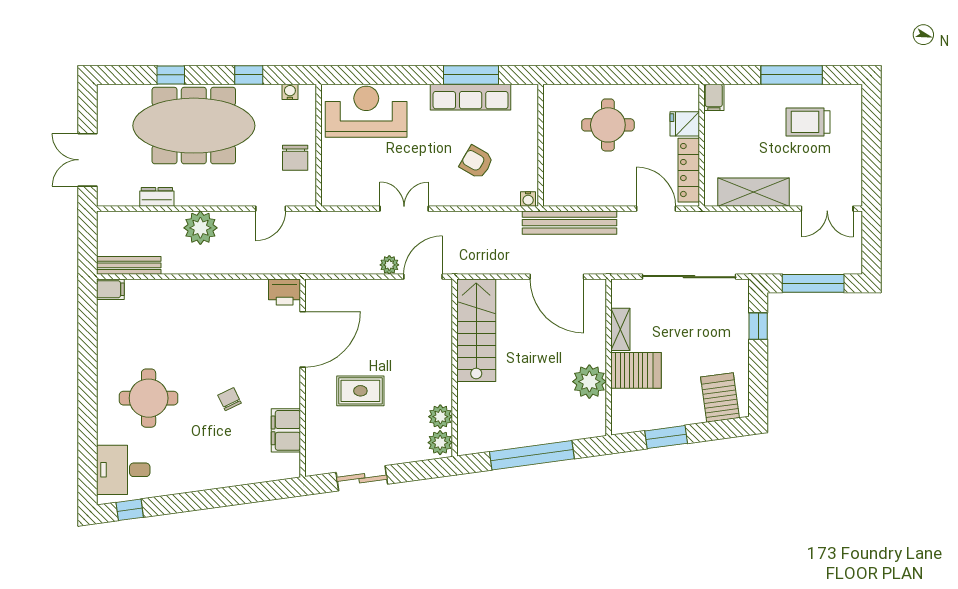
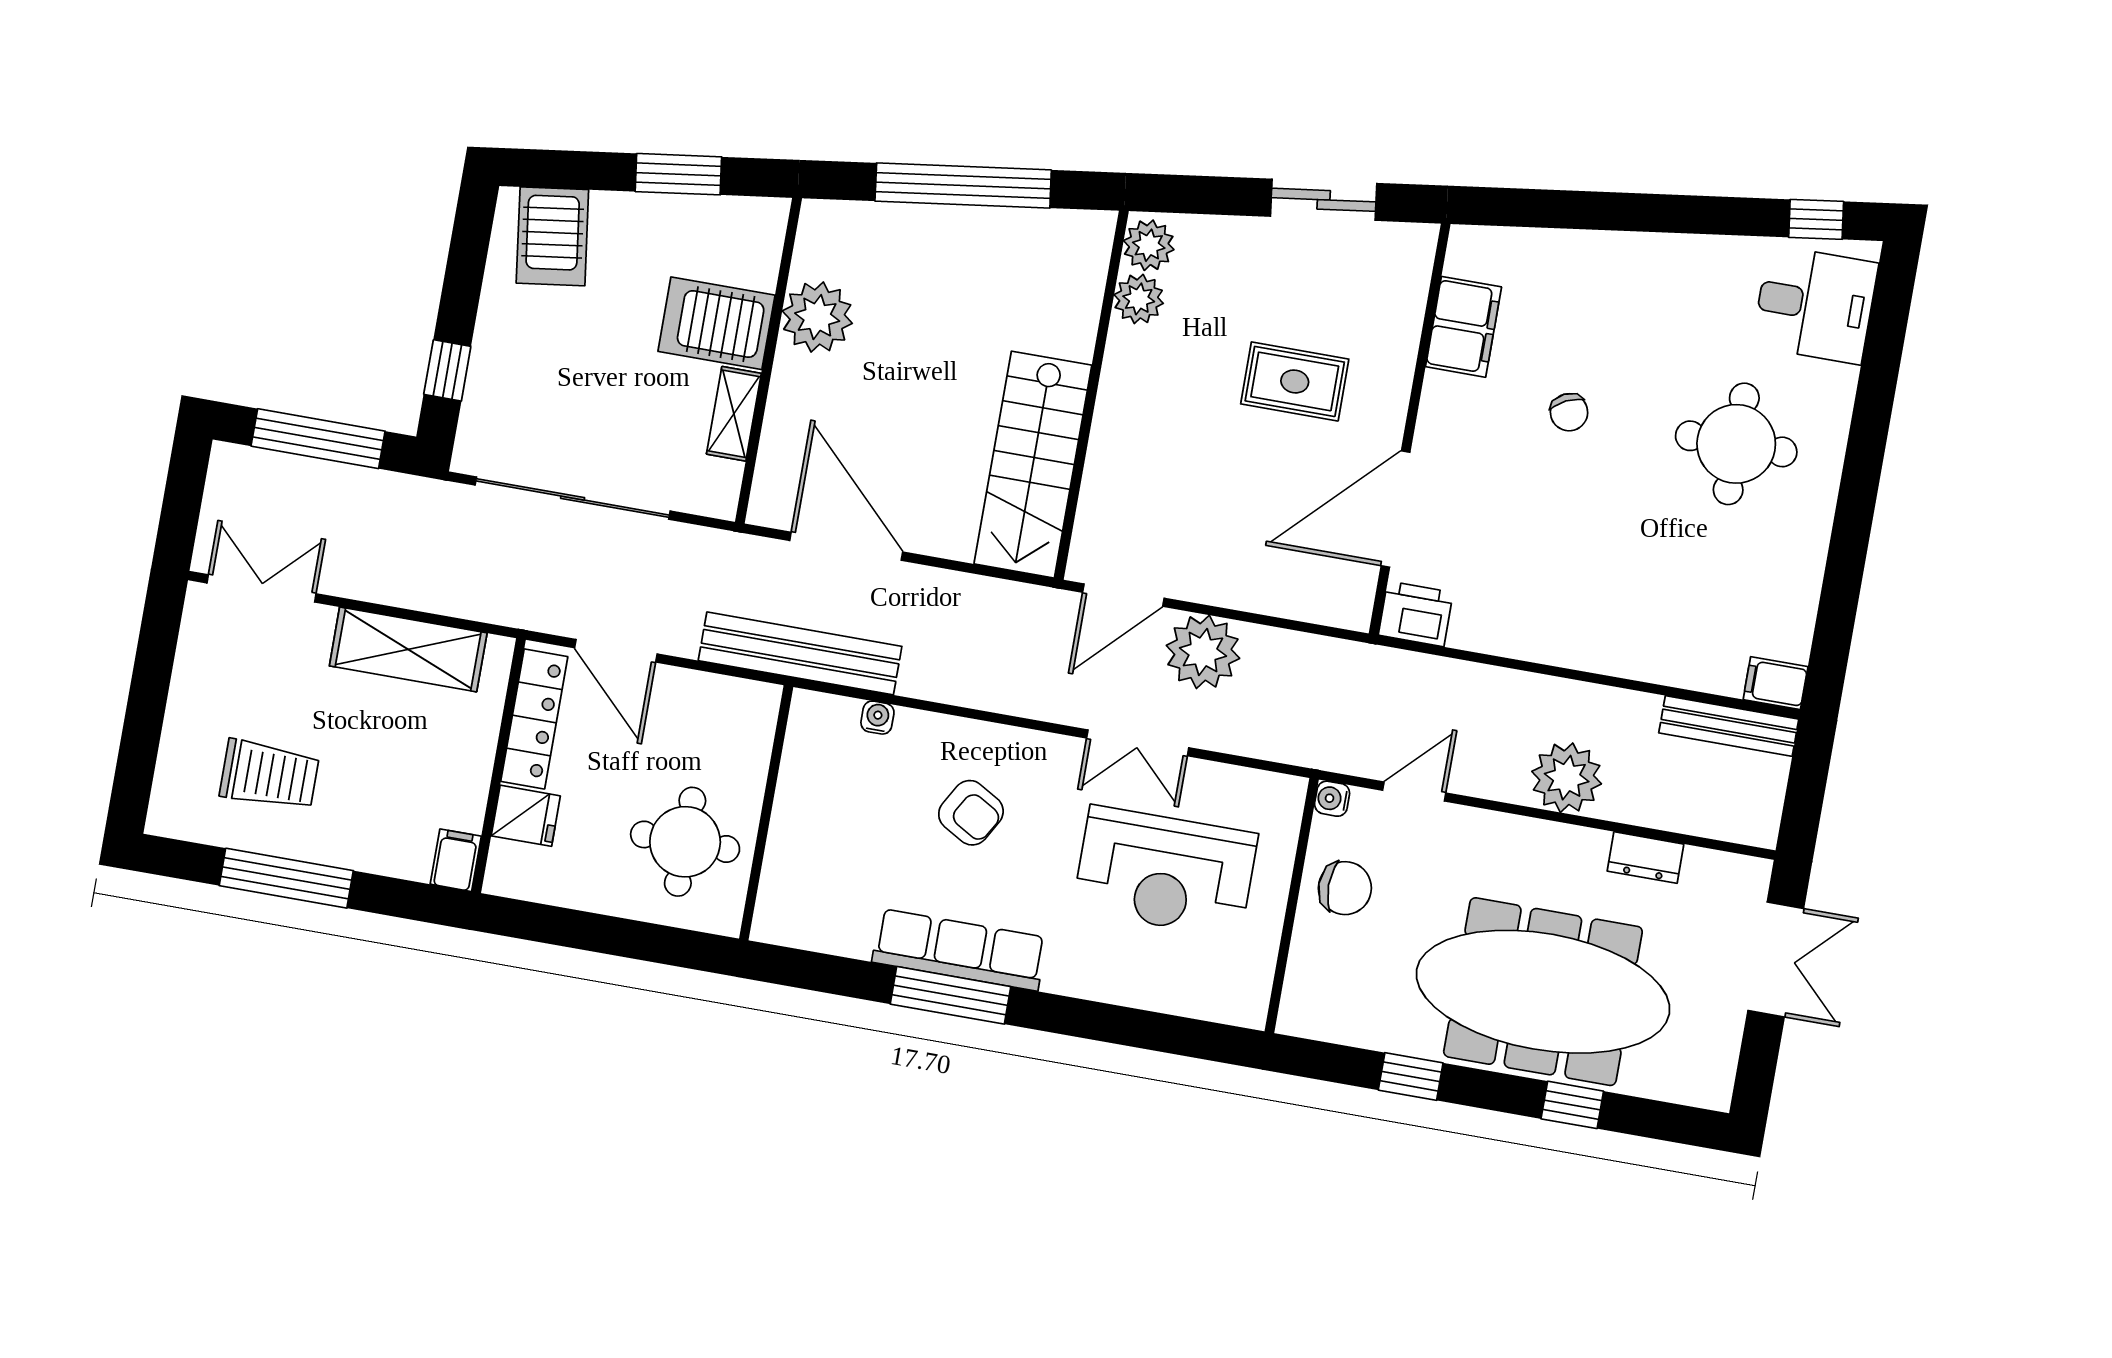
water cooler: (290, 92) -> (1332, 799), moved, turned 90
reception desk: (366, 112) -> (1165, 872), moved
wall: (541, 145) -> (766, 813), moved
chair: (295, 158) -> (1345, 888), turned 90
plant: (389, 265) -> (1203, 652), width x1.87, depth x1.87

